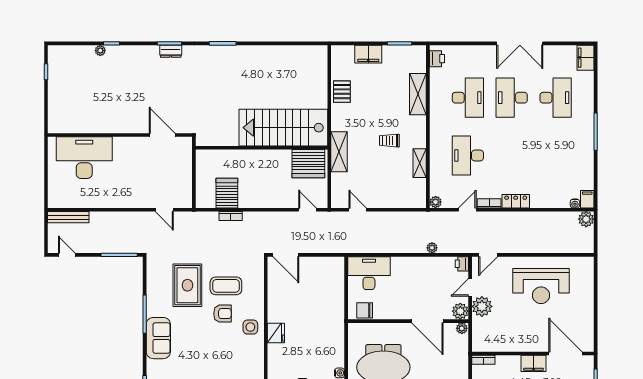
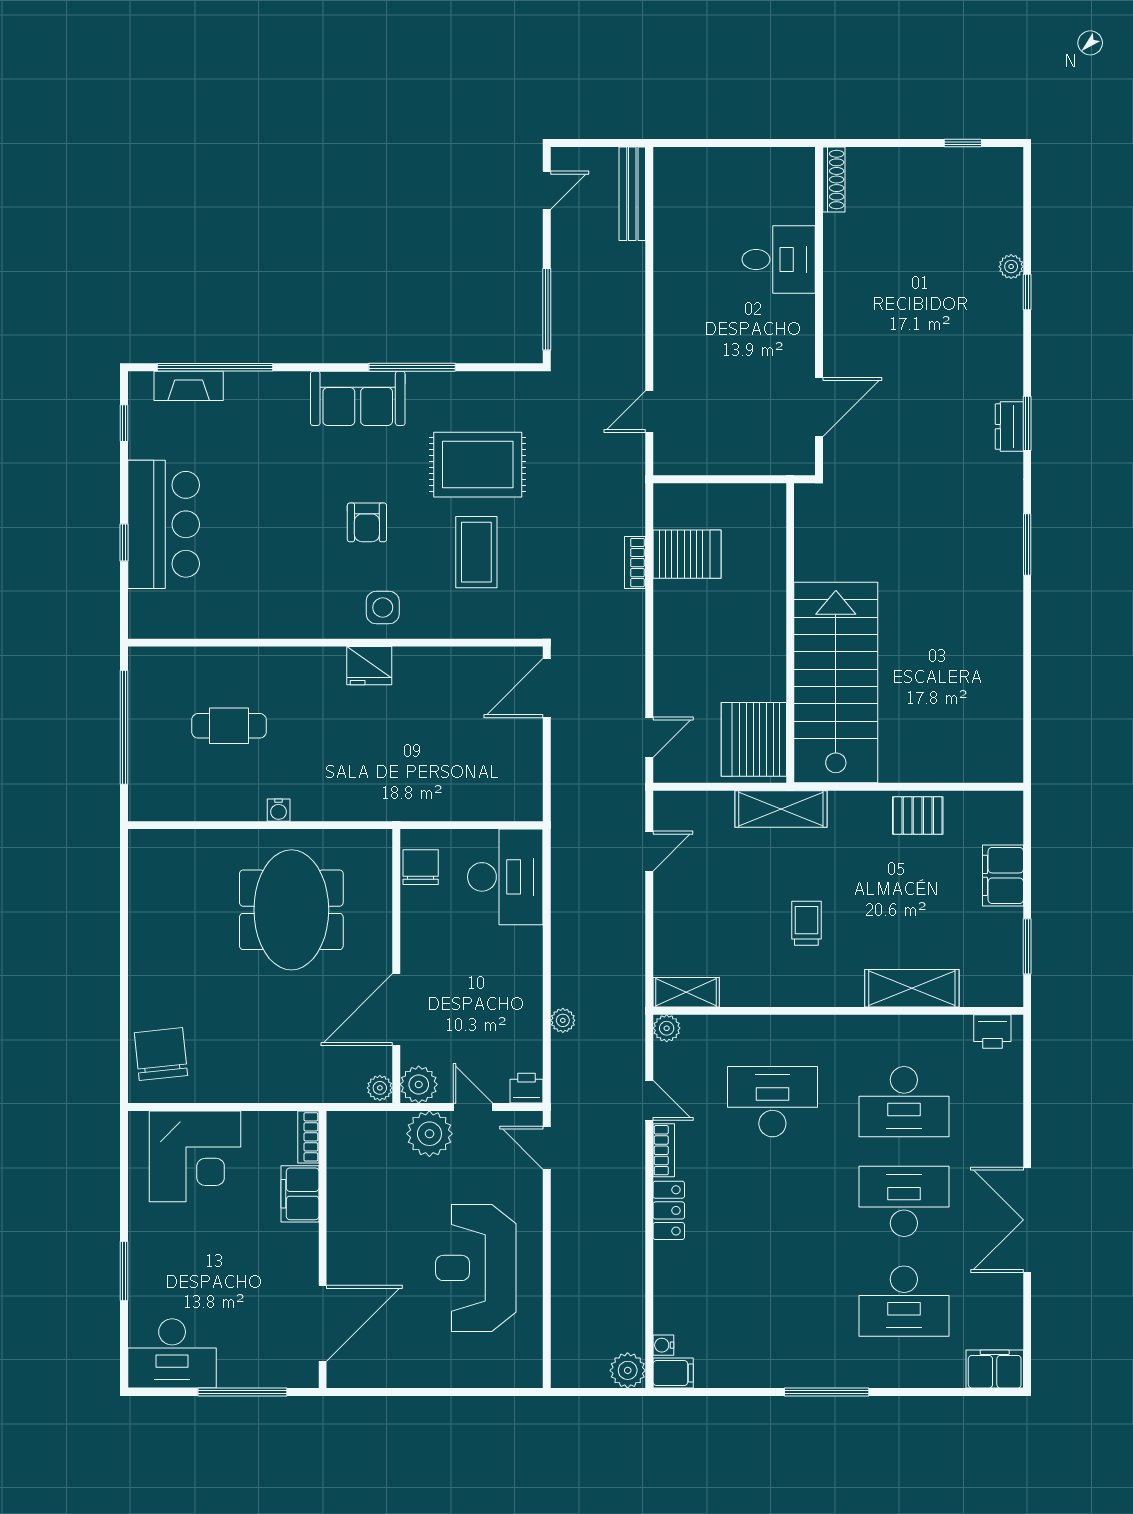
shoe rack: (62, 128) -> (834, 179), added
desk: (84, 158) -> (779, 259), width x0.53, depth x0.77
shelving: (420, 163) -> (686, 992), moved
armchair: (222, 314) -> (367, 522), moved
filing cabinet: (533, 363) -> (300, 1194), moved

